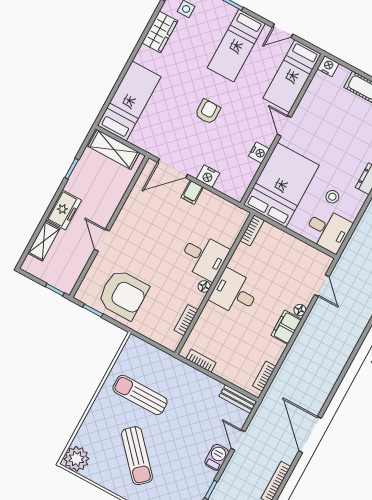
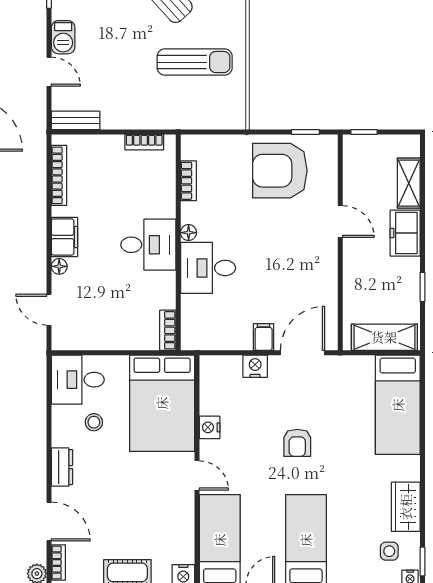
bookcase: (264, 376) -> (59, 175), width x1.56

